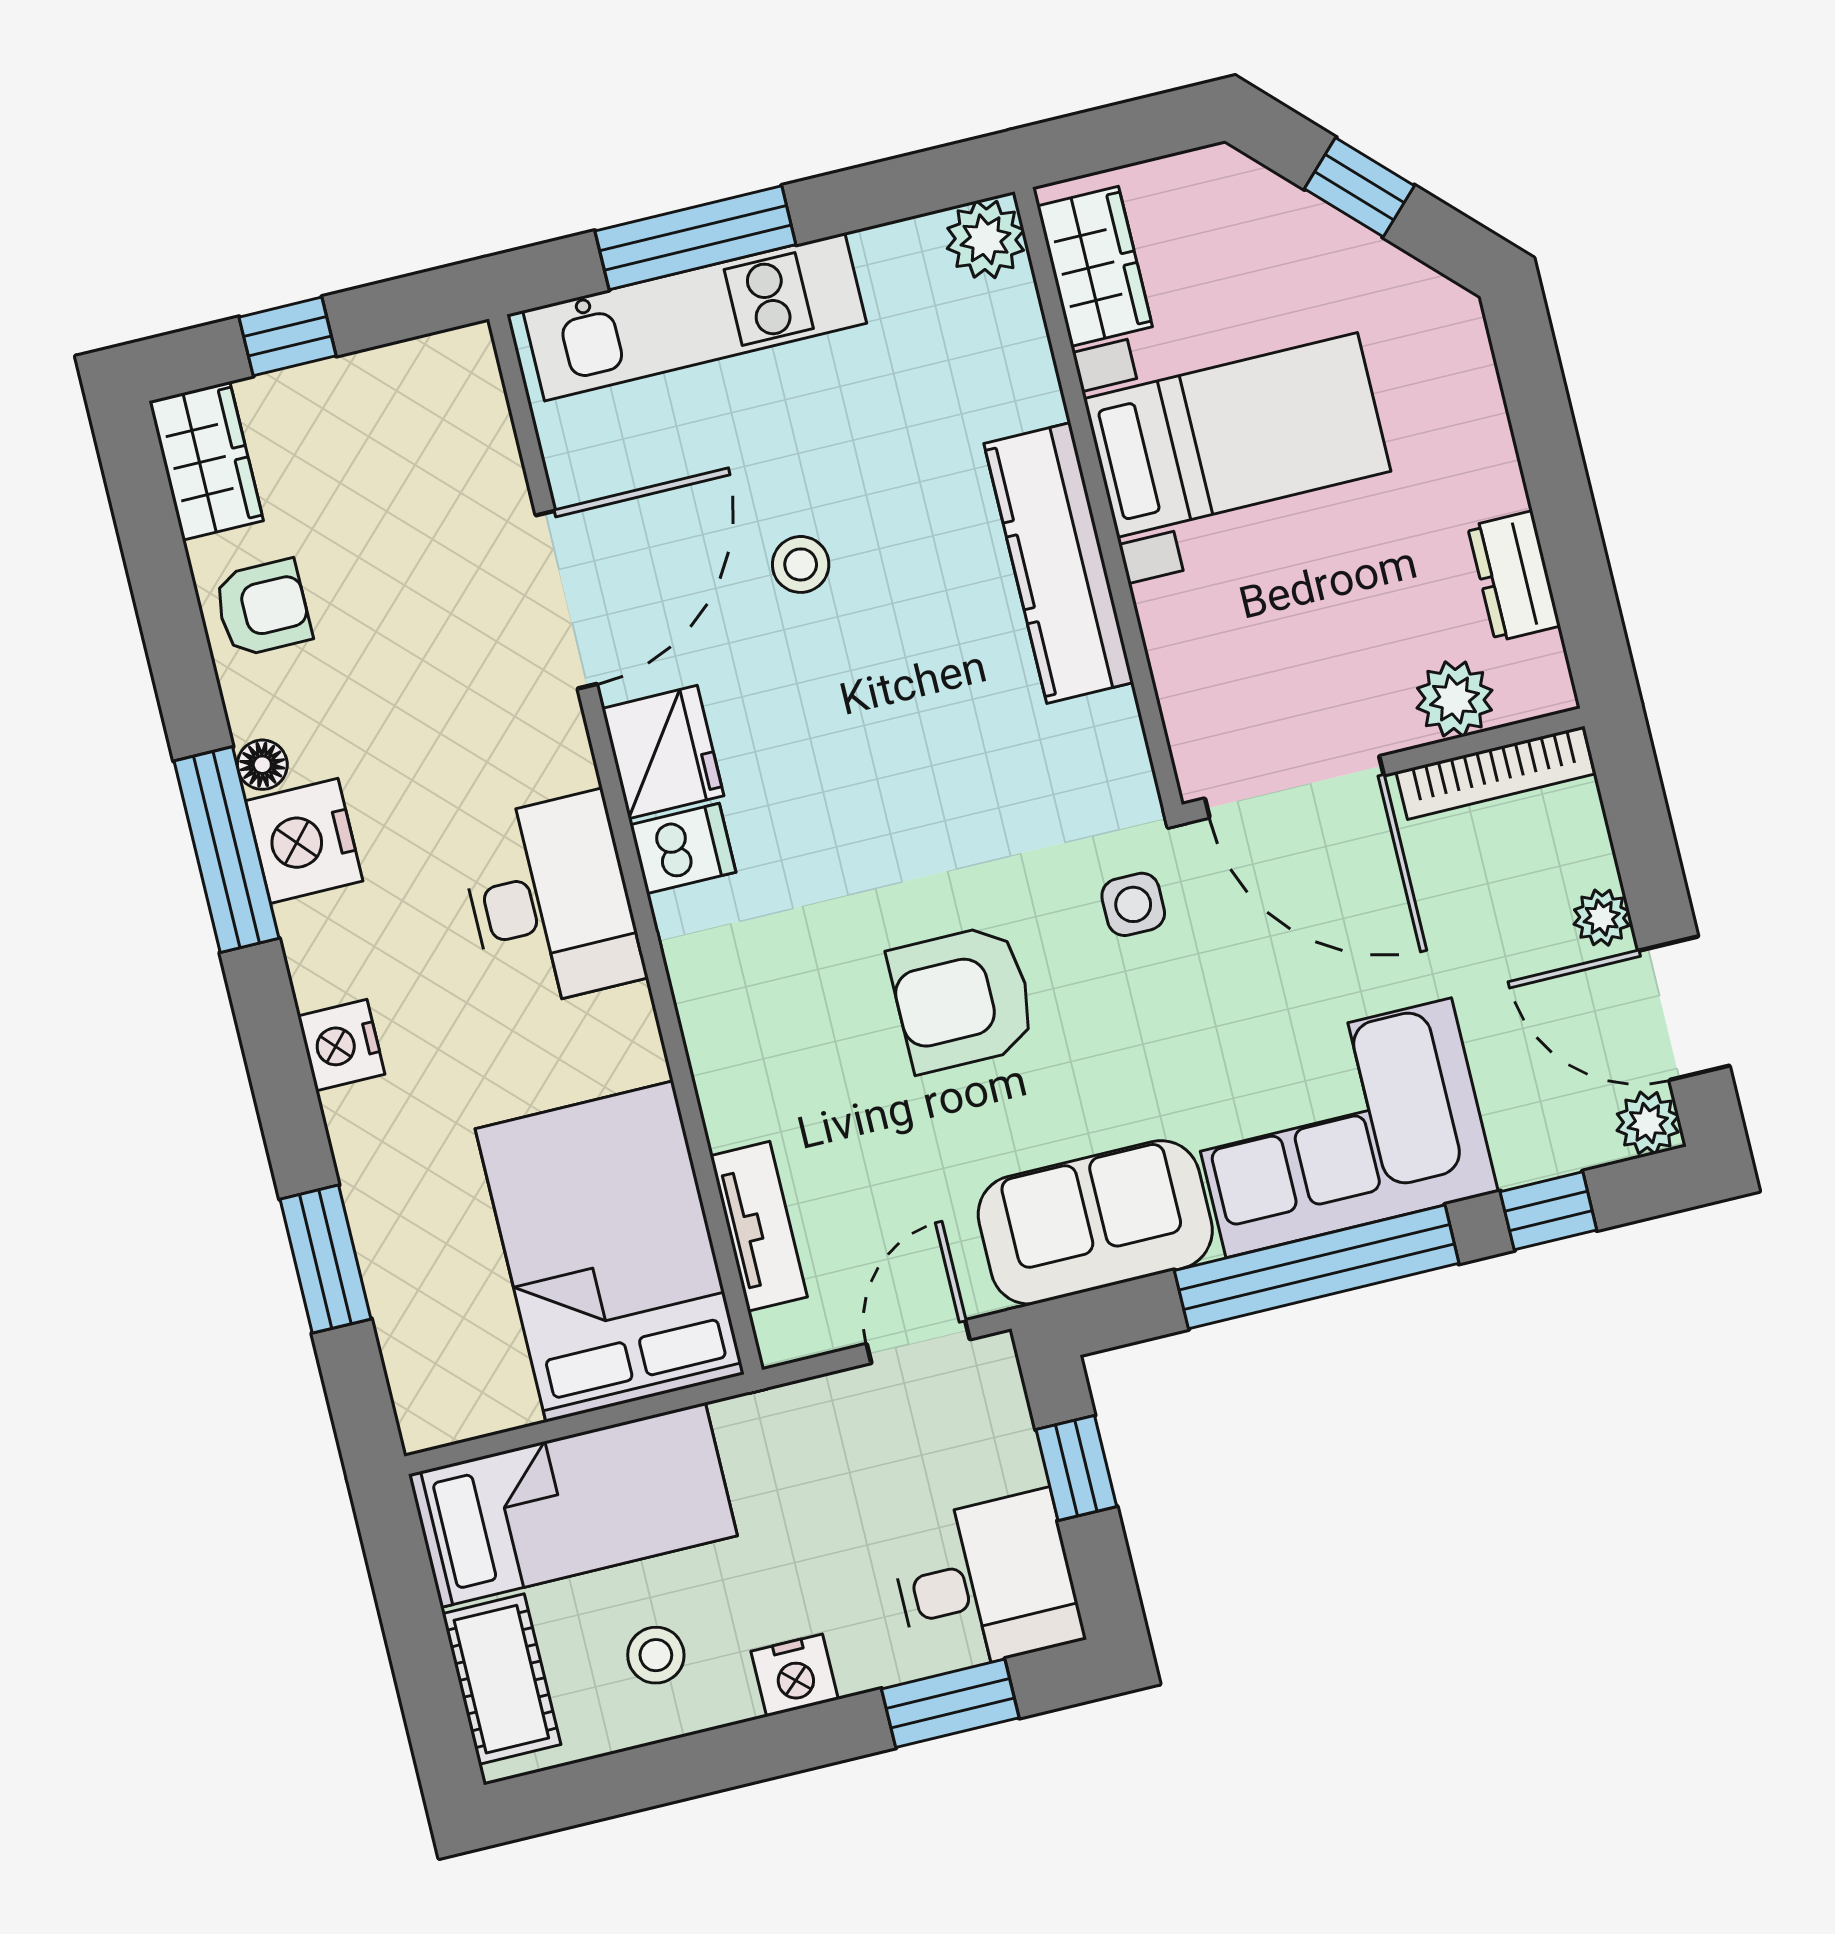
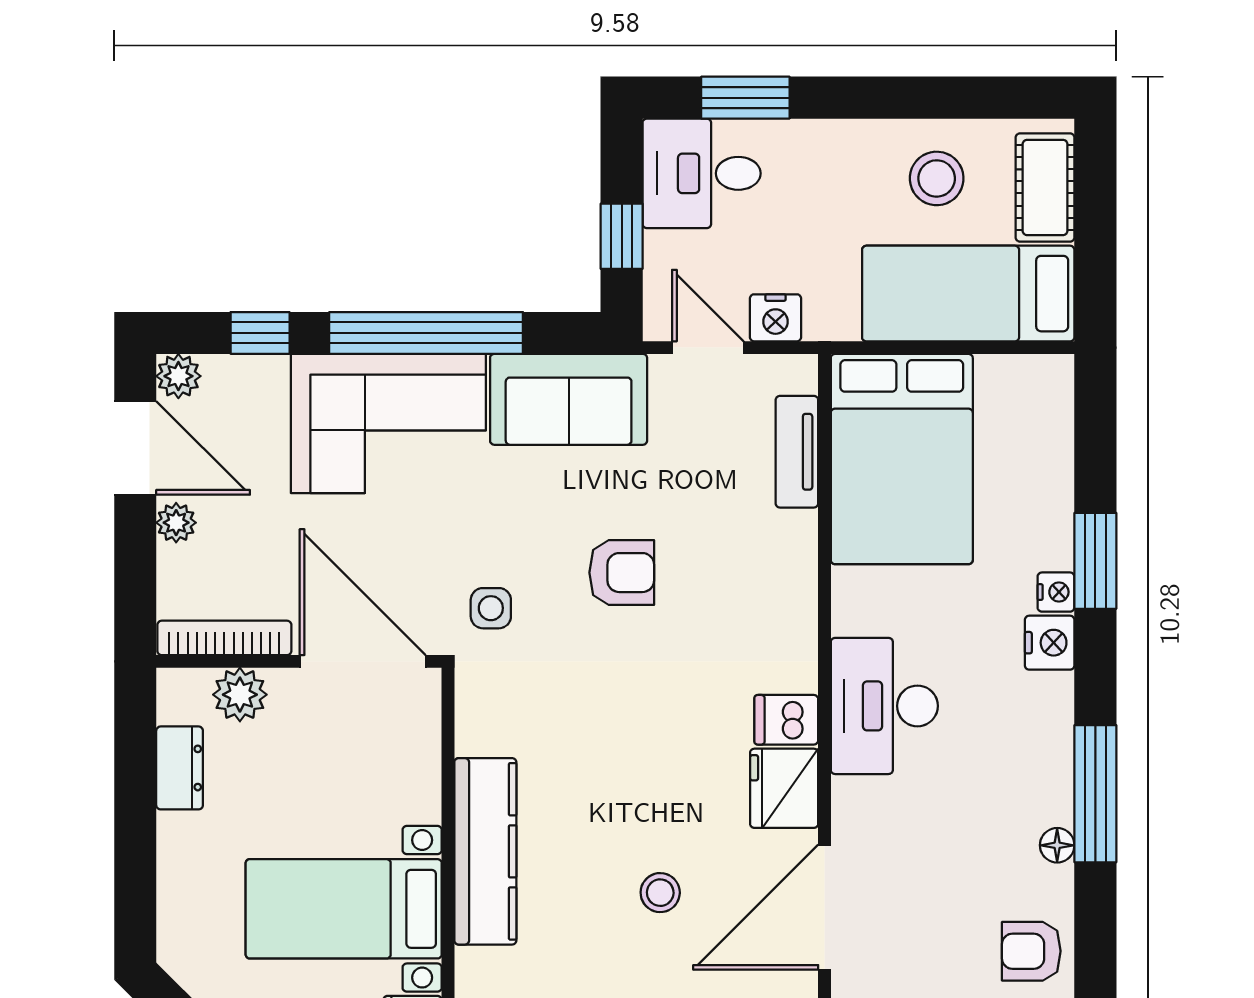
nightstand: (304, 841) -> (1056, 592), moved, width x0.53, depth x0.56
armchair: (963, 998) -> (622, 573), width x0.72, depth x0.72
window: (325, 1259) -> (1095, 561), moved
door: (918, 1342) -> (708, 348), swing flipped
stool: (656, 1655) -> (937, 178), width x1.37, depth x1.37
nightstand: (795, 1675) -> (776, 318), moved, turned 180

